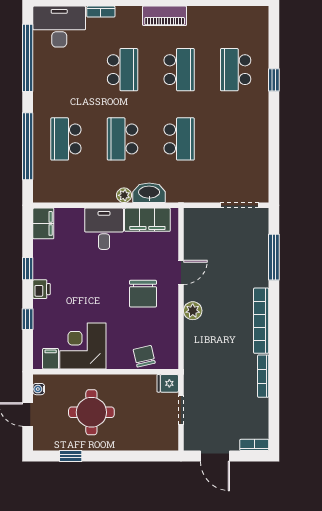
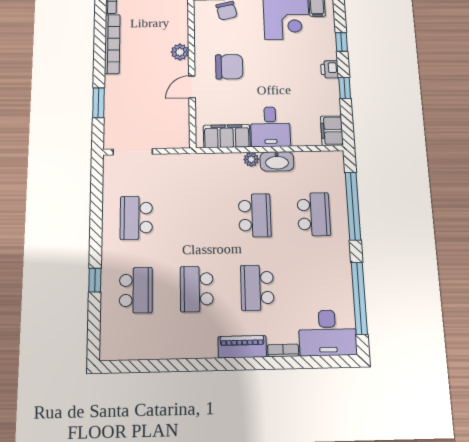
piano: (165, 16) -> (242, 347), moved
school desk: (179, 139) -> (136, 218), moved
washbasin: (149, 193) -> (277, 161), moved
window: (274, 257) -> (98, 103), width x0.69
chair: (143, 294) -> (229, 67), turned 90

